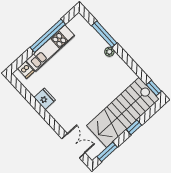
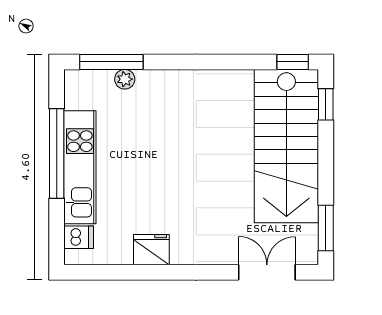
window: (104, 34) -> (111, 62), moved
plant: (109, 52) -> (125, 79), moved
window: (134, 127) -> (326, 104), moved

